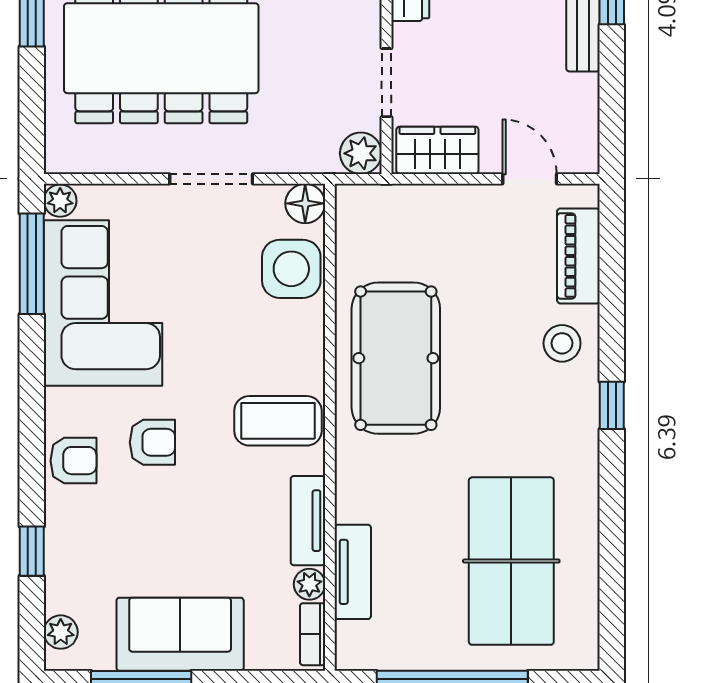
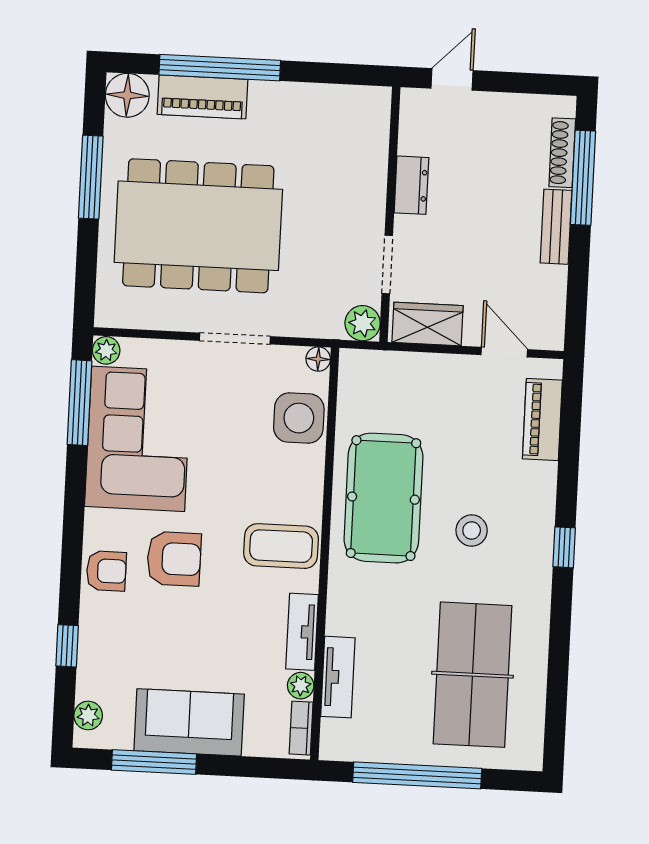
floor lamp: (305, 203) -> (318, 359), width x0.73, depth x0.73
stool: (562, 343) -> (472, 531), moved
armchair: (152, 442) -> (174, 559), width x1.38, depth x1.38

